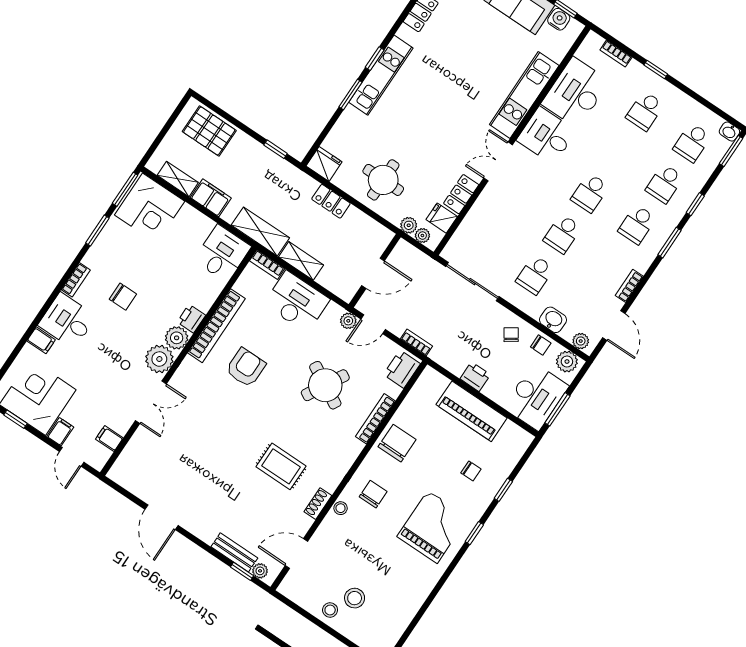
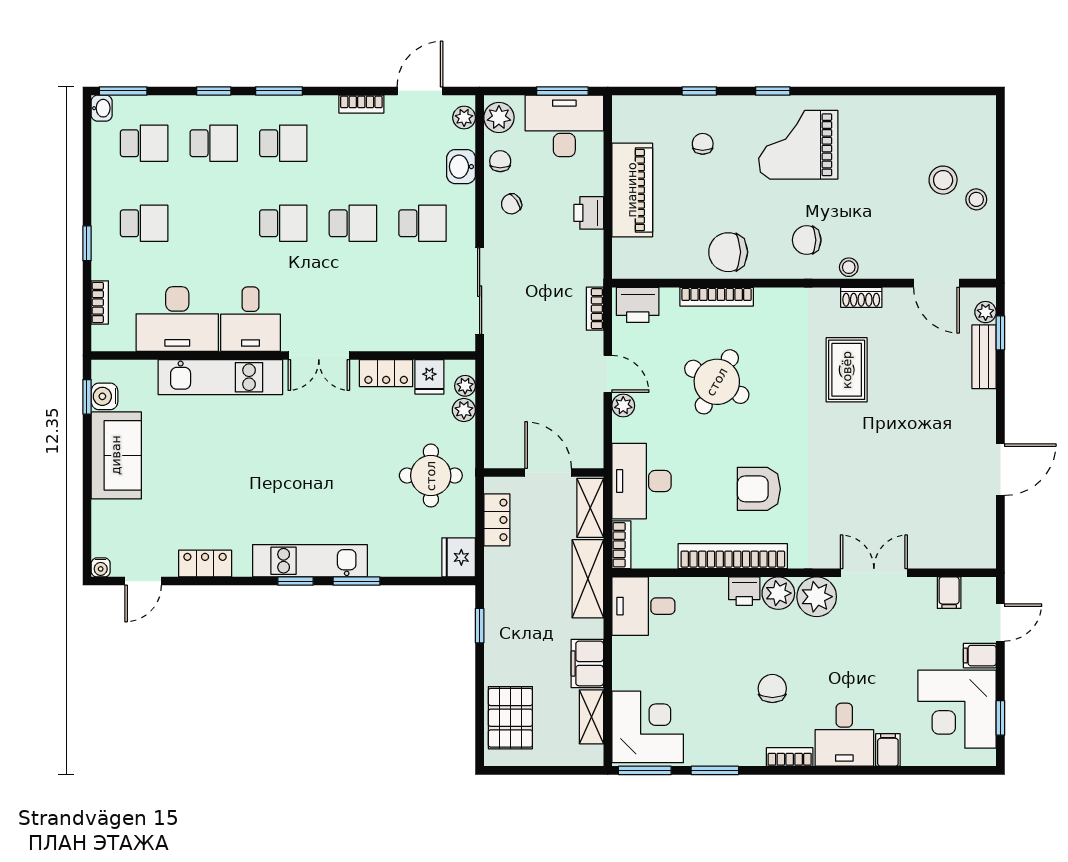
wall: (375, 271) -> (544, 472), moved
door: (373, 273) -> (548, 472), moved

